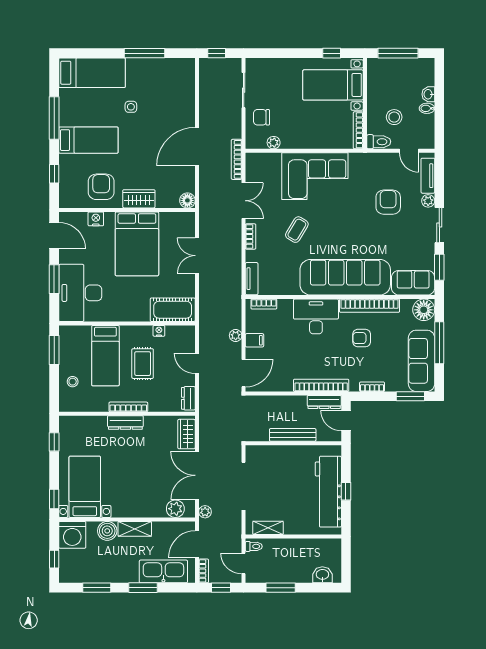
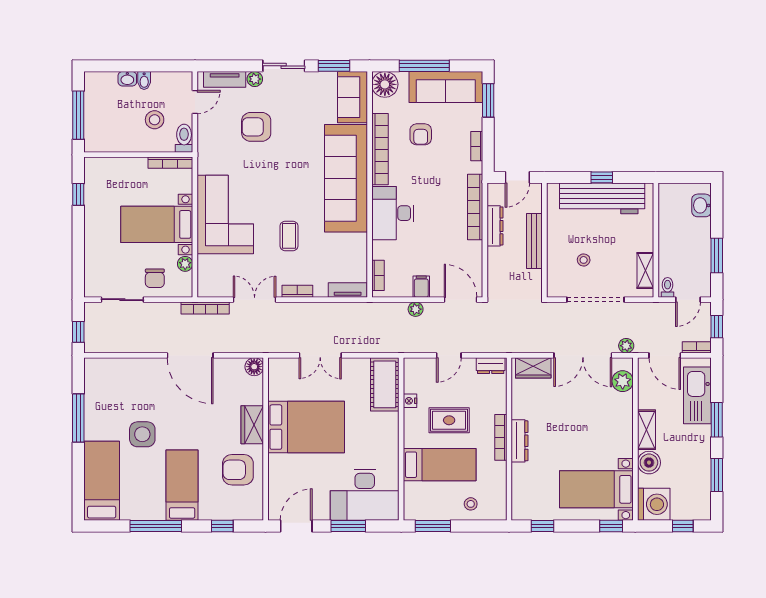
bed with nightstands: (333, 85) -> (157, 224), moved, turned 90
side table: (131, 107) -> (142, 434), width x1.87, depth x1.87
nightstand: (96, 219) -> (276, 476), removed
coffee table: (297, 230) -> (289, 236), turned 59
armchair: (362, 338) -> (421, 134), moved
dresser: (324, 402) -> (495, 226), moved
stool: (277, 476) -> (584, 260), added

